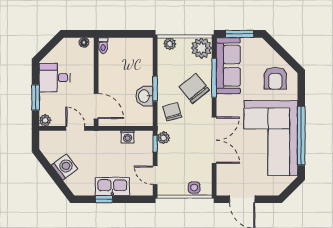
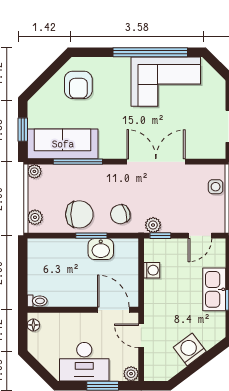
window: (240, 34) -> (23, 130), width x0.67
plant: (201, 48) -> (34, 171), width x0.53, depth x0.53
desk: (55, 78) -> (84, 362), width x1.37
armchair: (275, 78) -> (78, 85), turned 90
chair: (194, 88) -> (79, 214), moved, turned -141
door: (96, 106) -> (113, 310), hinge flipped
door: (75, 128) -> (141, 336), hinge flipped
corner sofa: (271, 138) -> (166, 82), width x0.73, depth x0.74

